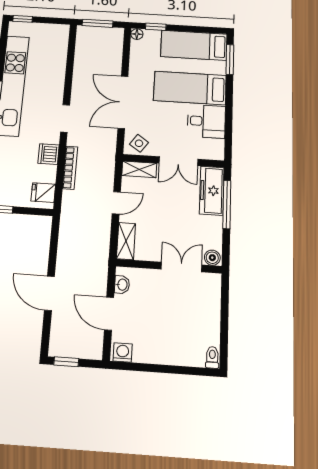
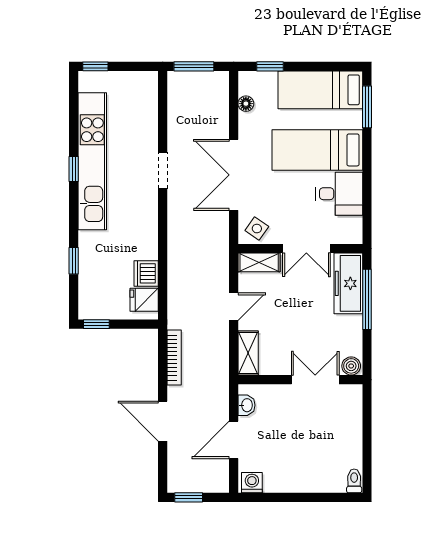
floor lamp: (137, 34) -> (246, 104), moved
doorway: (65, 118) -> (163, 171), moved
dishwasher: (49, 154) -> (146, 273), moved
bookcase: (70, 168) -> (174, 358), moved
door: (109, 314) -> (234, 440), hinge flipped

